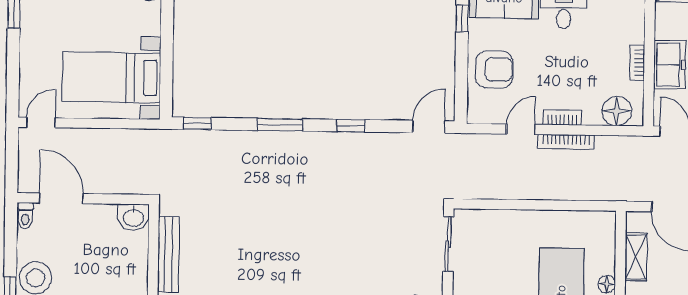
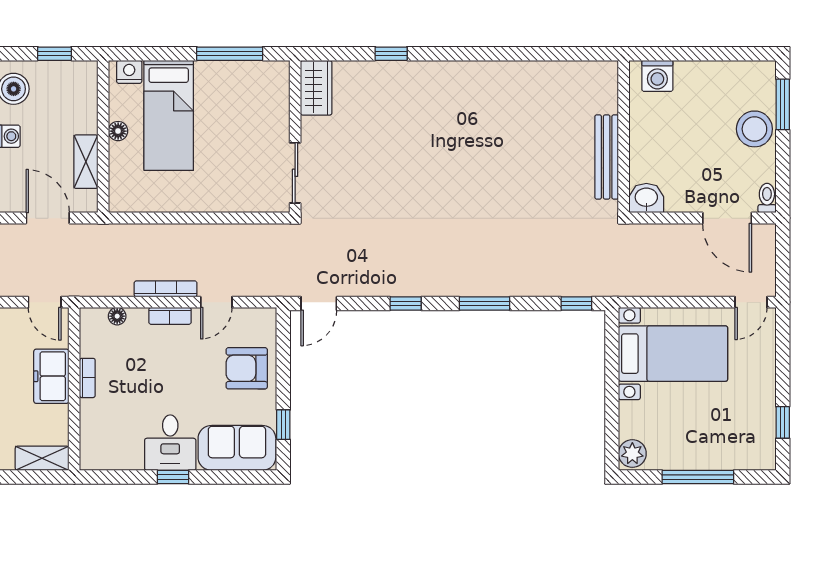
floor lamp: (617, 111) -> (117, 316), width x0.53, depth x0.53

